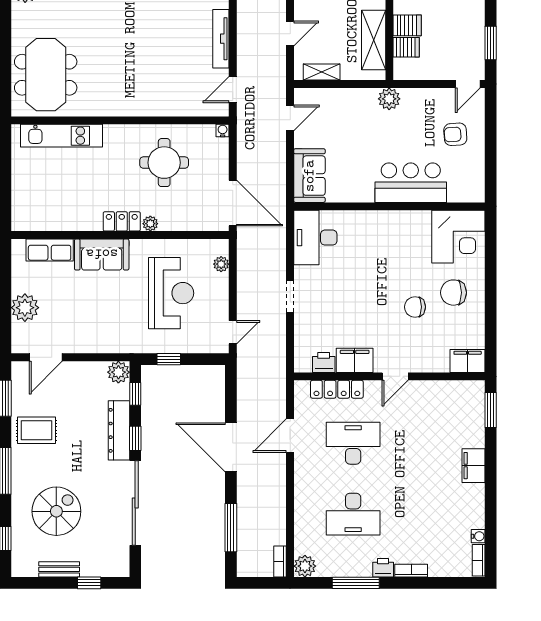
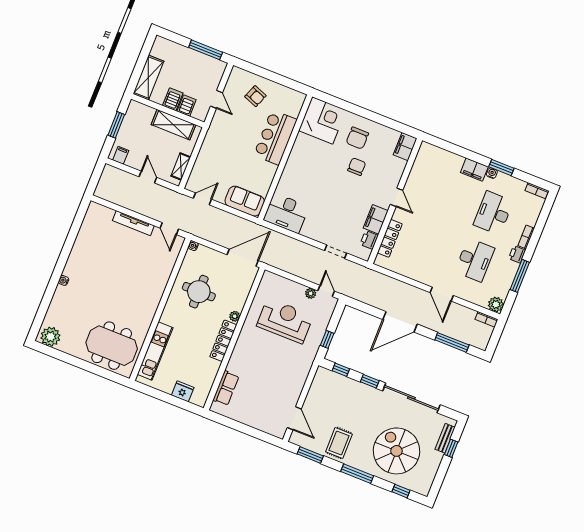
window: (491, 43) -> (206, 50), width x1.44
door: (468, 84) -> (217, 99), moved
plant: (389, 99) -> (216, 130), removed
door: (290, 118) -> (202, 199), hinge flipped
armchair: (455, 134) -> (255, 96), turned -65
fridge: (22, 194) -> (183, 391), added
locker: (122, 221) -> (223, 341), width x1.53
sofa: (102, 254) -> (242, 356), removed
plant: (221, 264) -> (311, 293), moved
doorway: (290, 296) -> (336, 252), moved
chair: (415, 307) -> (357, 167), turned 180
plant: (25, 308) -> (257, 419), removed
plant: (118, 372) -> (323, 375), removed
window: (491, 410) -> (501, 168), moved
dresser: (119, 430) -> (360, 390), removed
door: (290, 436) -> (442, 294), moved
desk: (353, 443) -> (493, 213), moved
spiral stairs: (56, 511) -> (396, 451), width x1.37, depth x1.37
water cooler: (478, 536) -> (492, 173), moved
bench: (59, 569) -> (445, 438), moved

